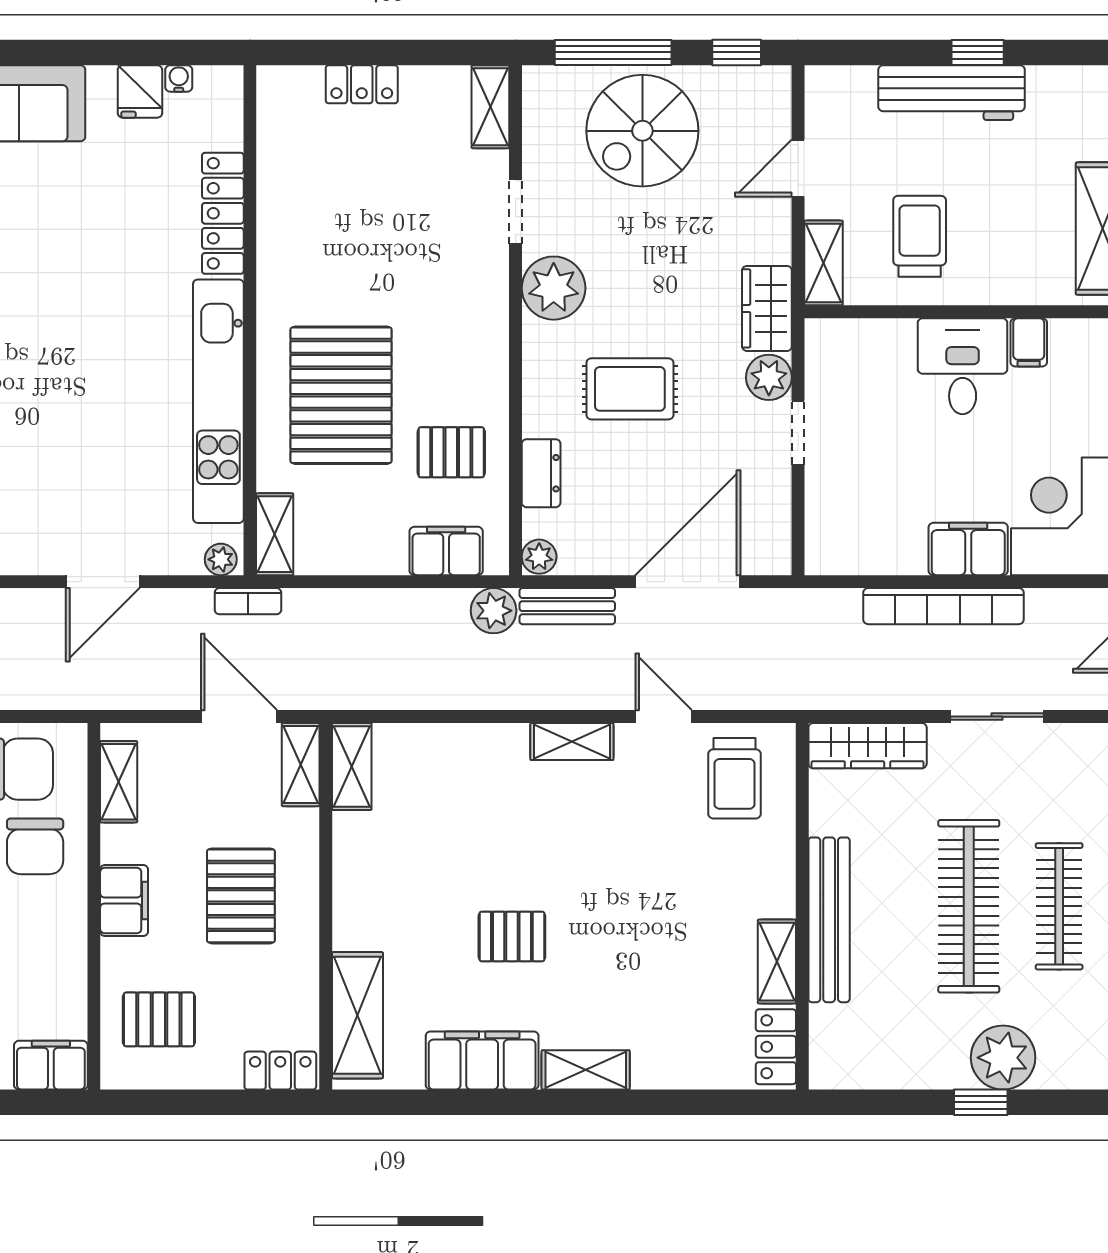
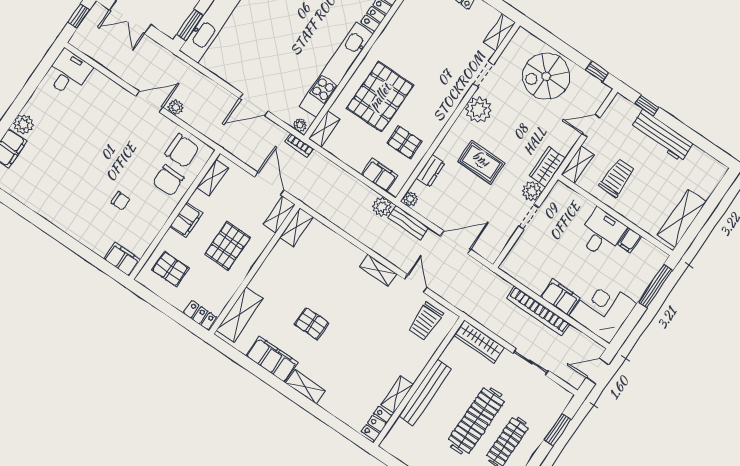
window: (613, 52) -> (554, 42), removed
window: (978, 52) -> (647, 106), moved
door: (688, 582) -> (456, 242), width x0.73

